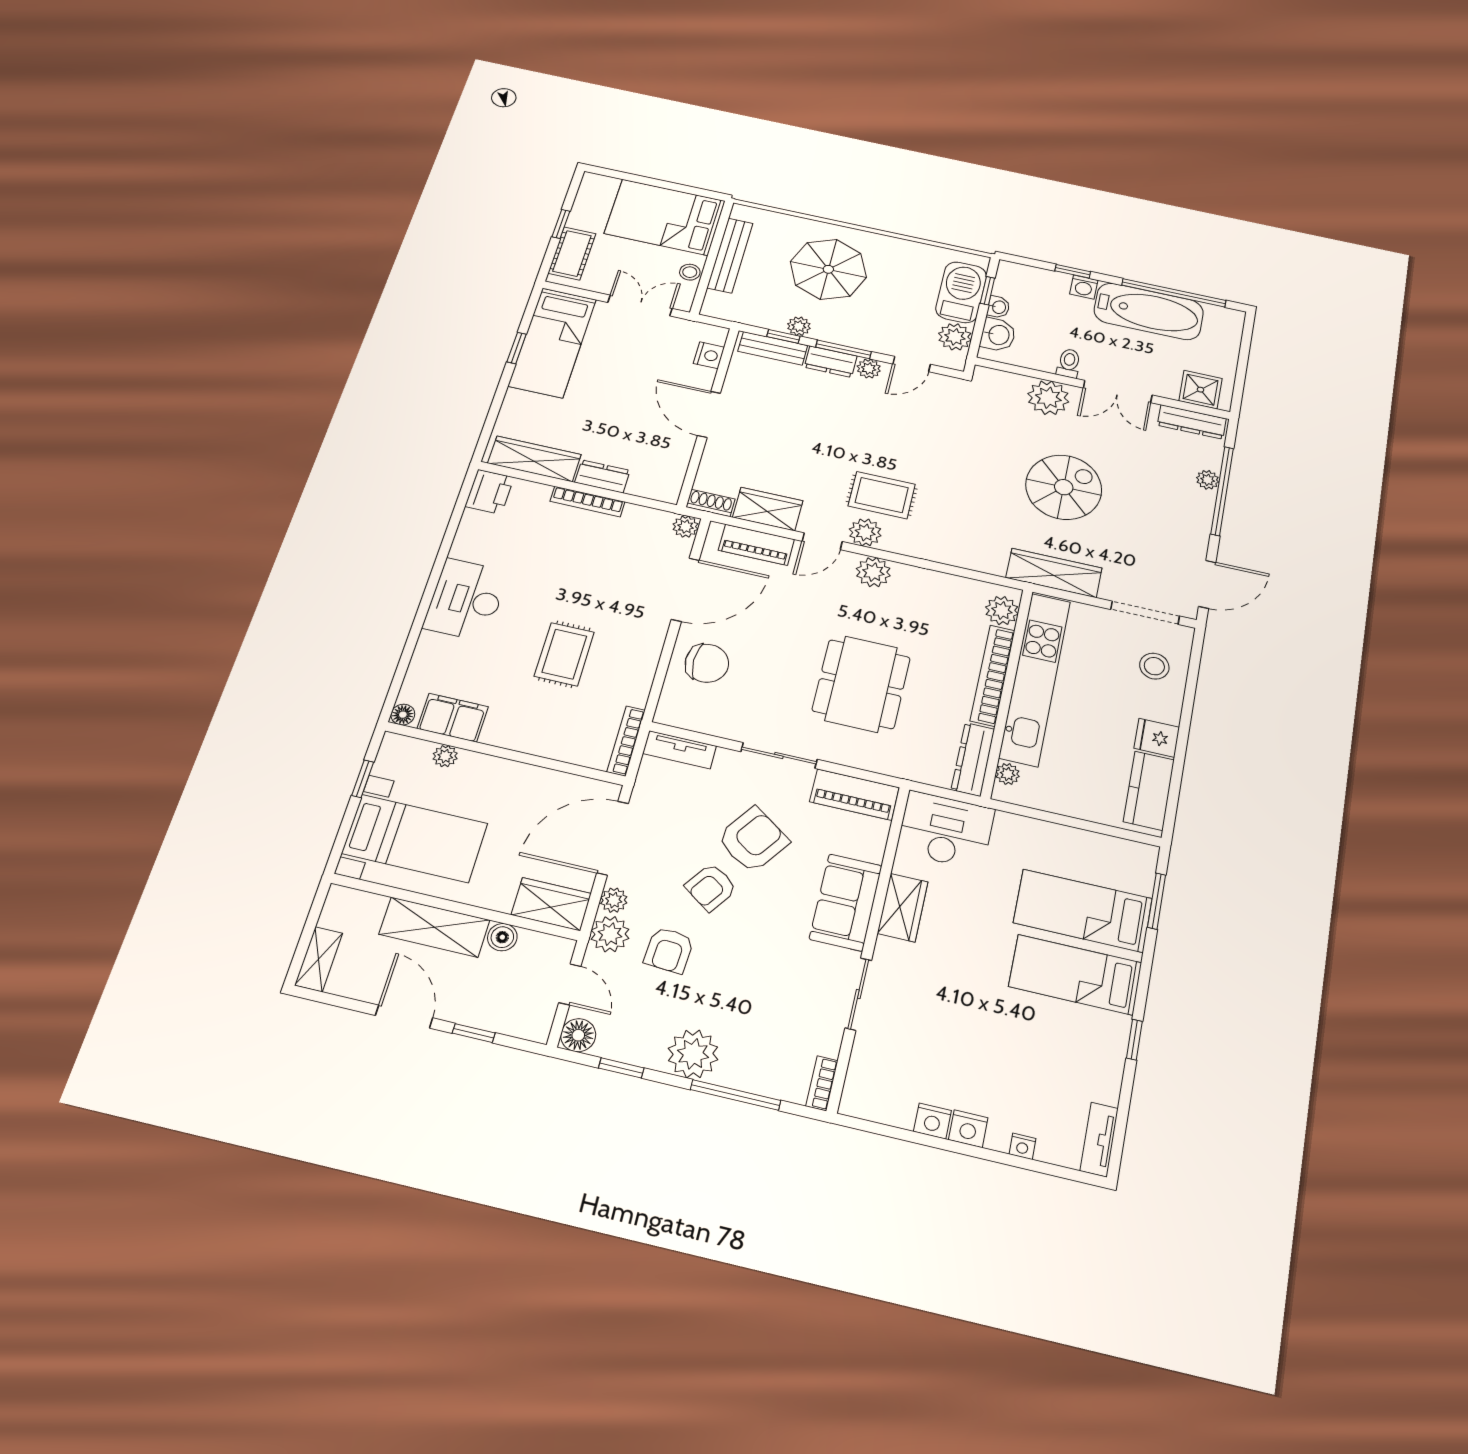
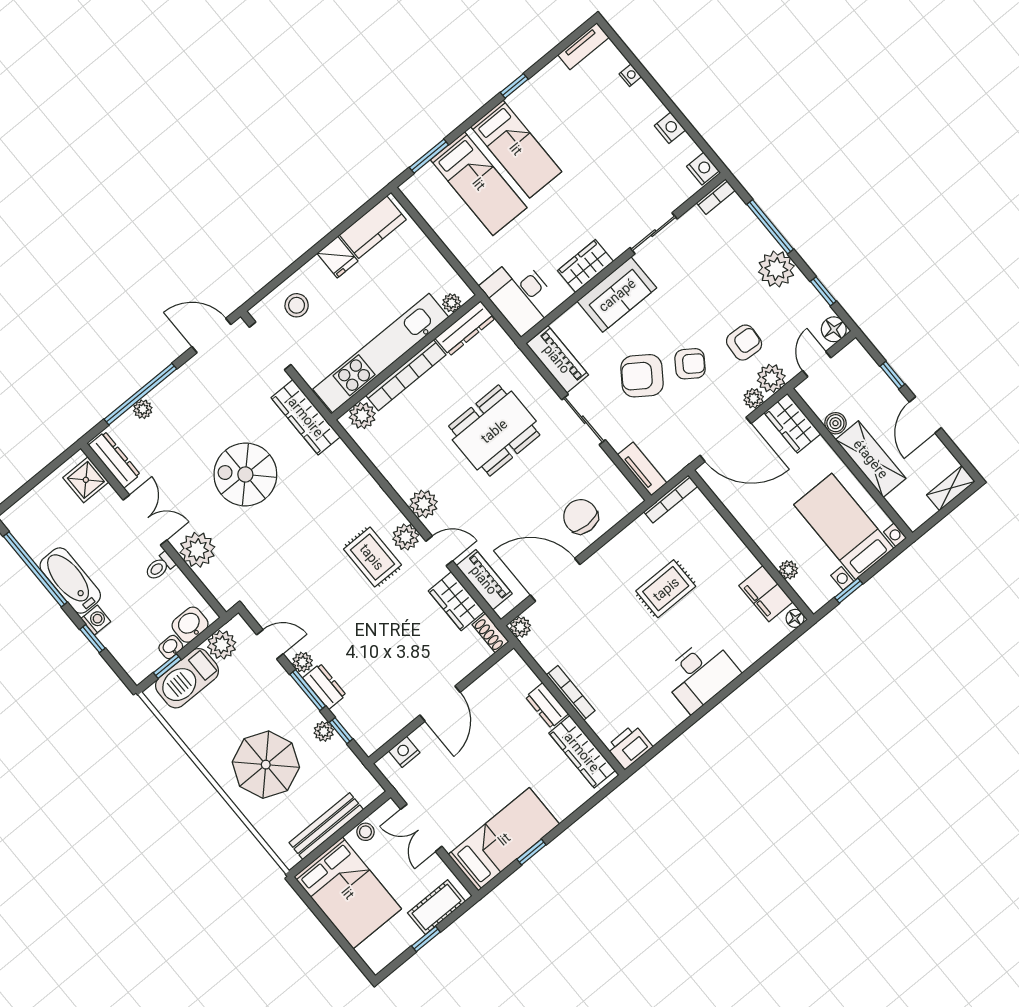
bathtub: (1149, 311) -> (70, 581), width x0.73, depth x0.73
bench: (773, 348) -> (356, 726), removed
nightstand: (968, 1129) -> (703, 169), moved

